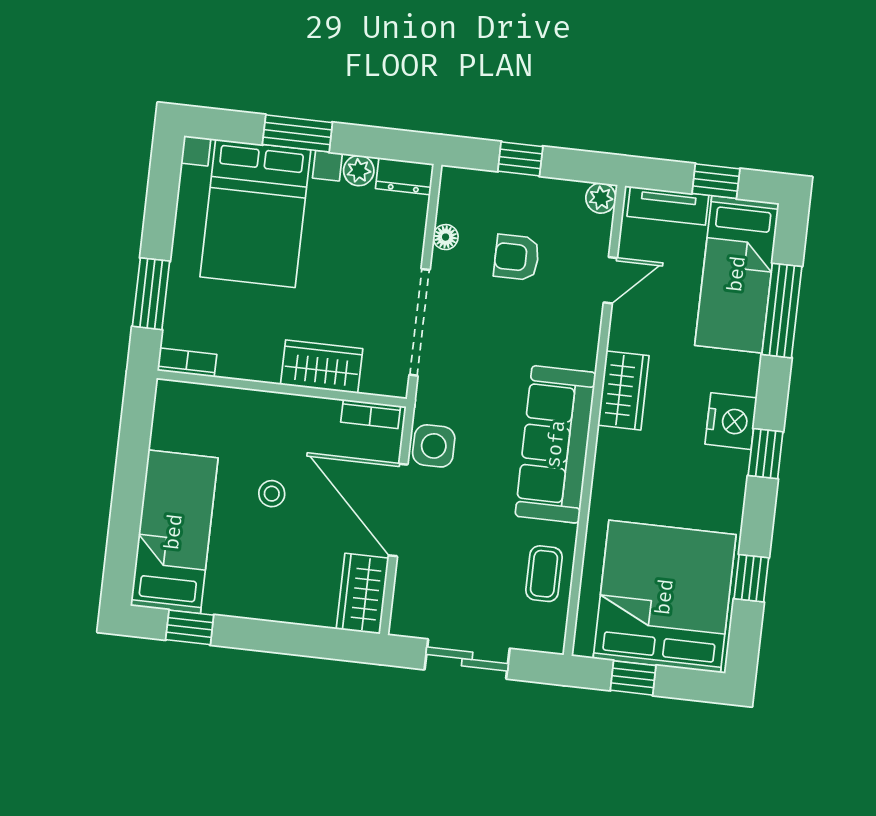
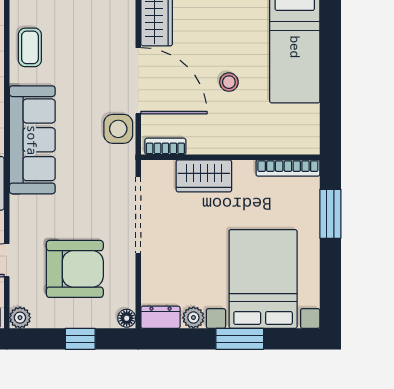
floor lamp: (446, 237) -> (127, 318), moved
armchair: (517, 257) -> (75, 269), width x1.88, depth x1.88
bookcase: (187, 362) -> (288, 168), width x1.56

